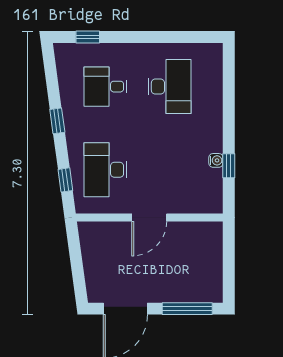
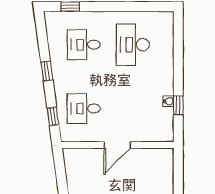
desk: (169, 87) -> (133, 45), turned 180
desk: (106, 170) -> (84, 108), width x0.73

